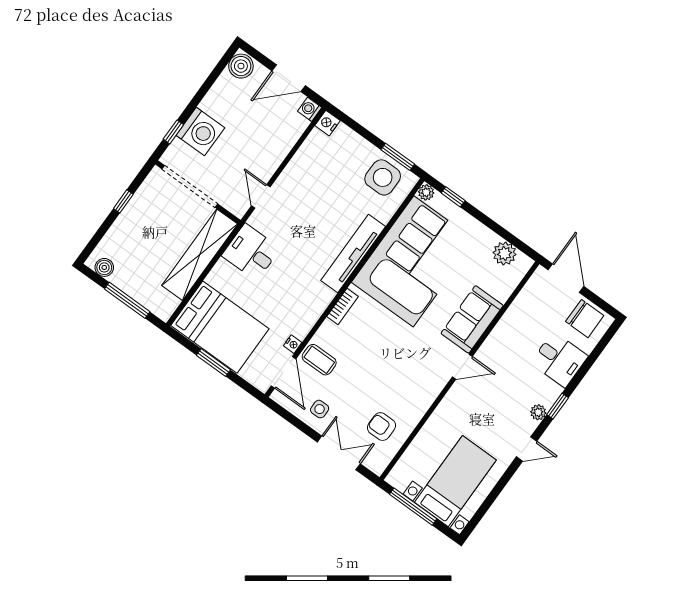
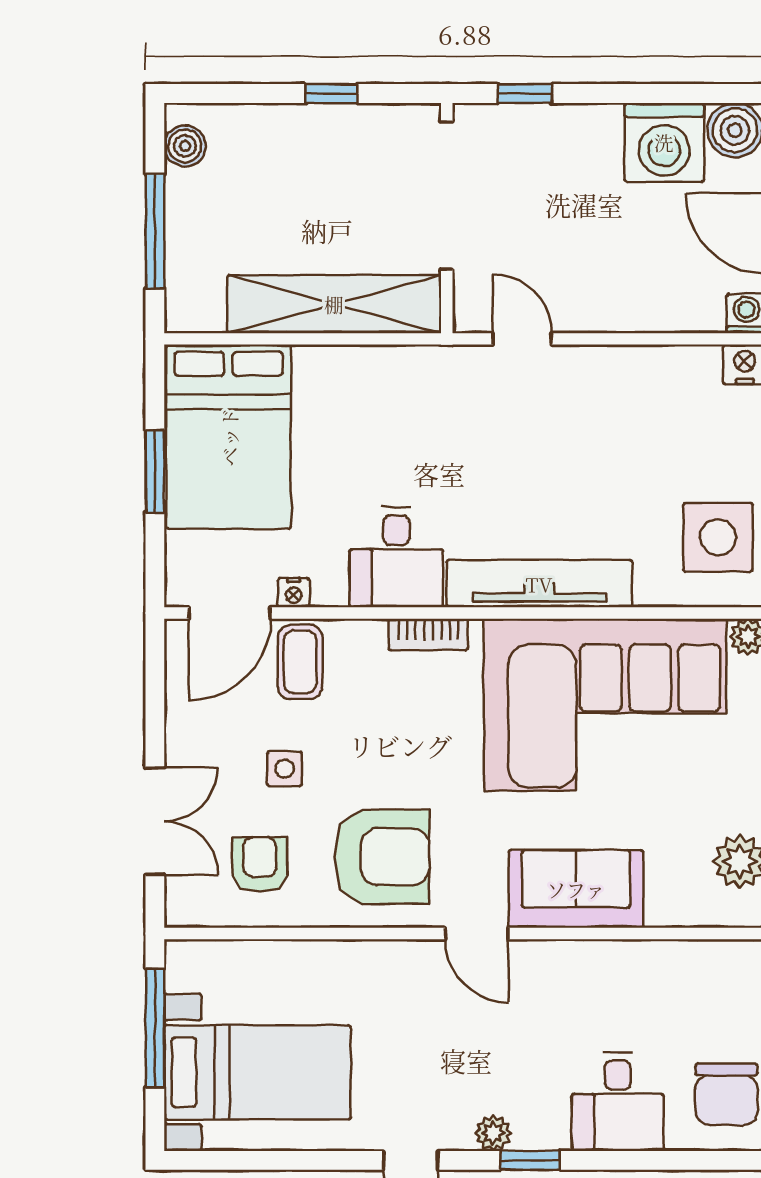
washing machine: (200, 132) -> (664, 142), moved
door: (261, 196) -> (522, 339), hinge flipped
desk: (251, 252) -> (396, 557), moved, turned 180
armchair: (410, 381) -> (382, 857), added
side table: (320, 409) -> (285, 769), moved

